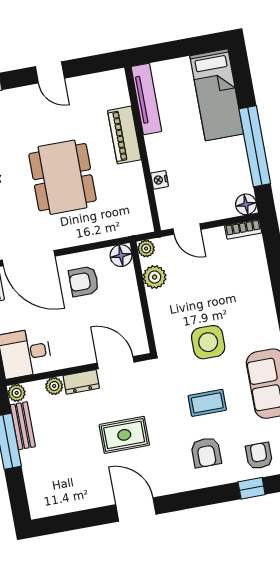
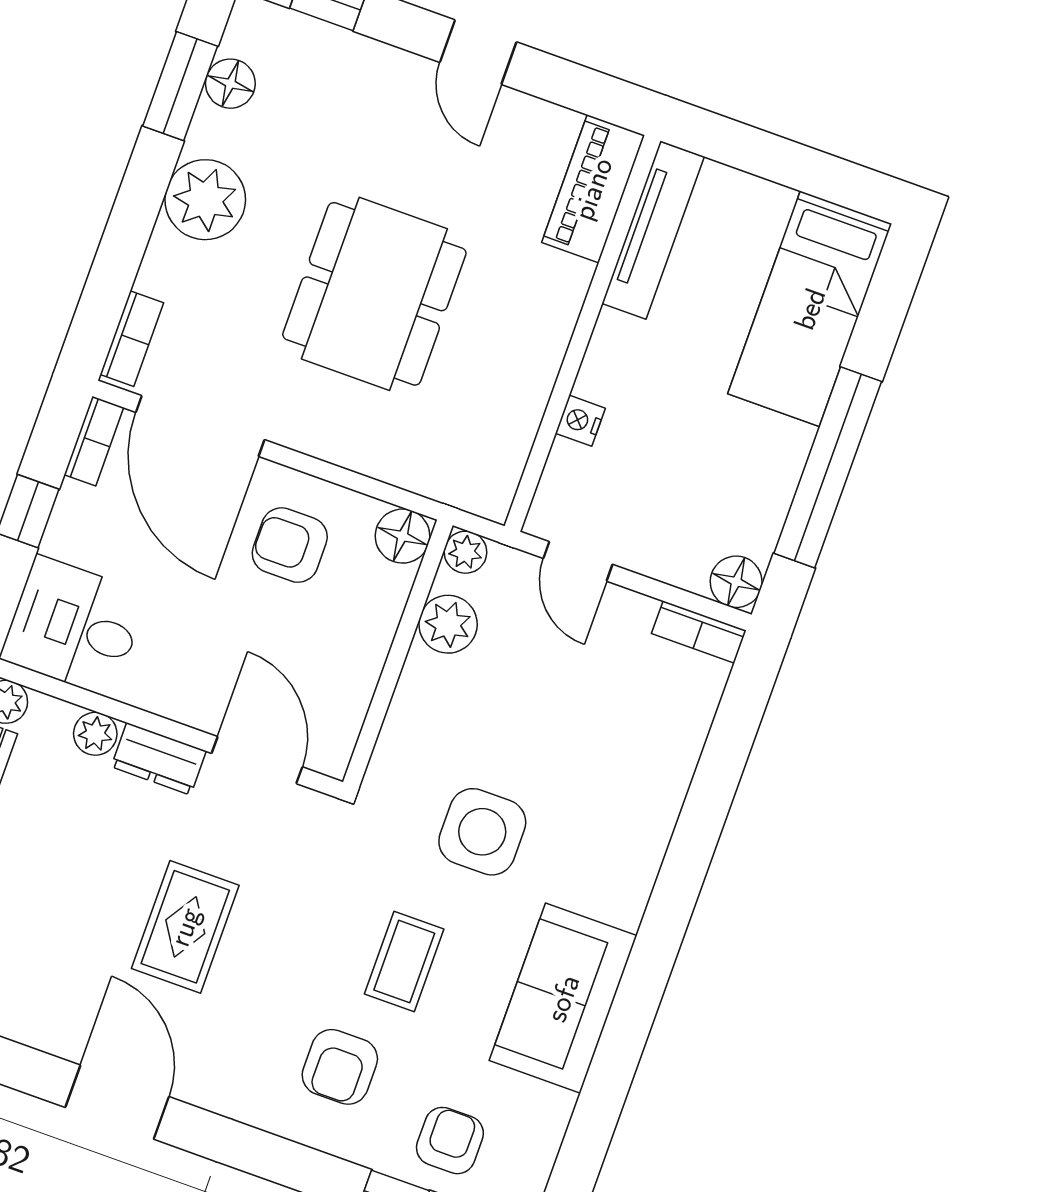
piano: (124, 135) -> (593, 189), moved
coffee table: (207, 403) -> (404, 962), turned 90
rug: (124, 435) -> (185, 927), turned 90

